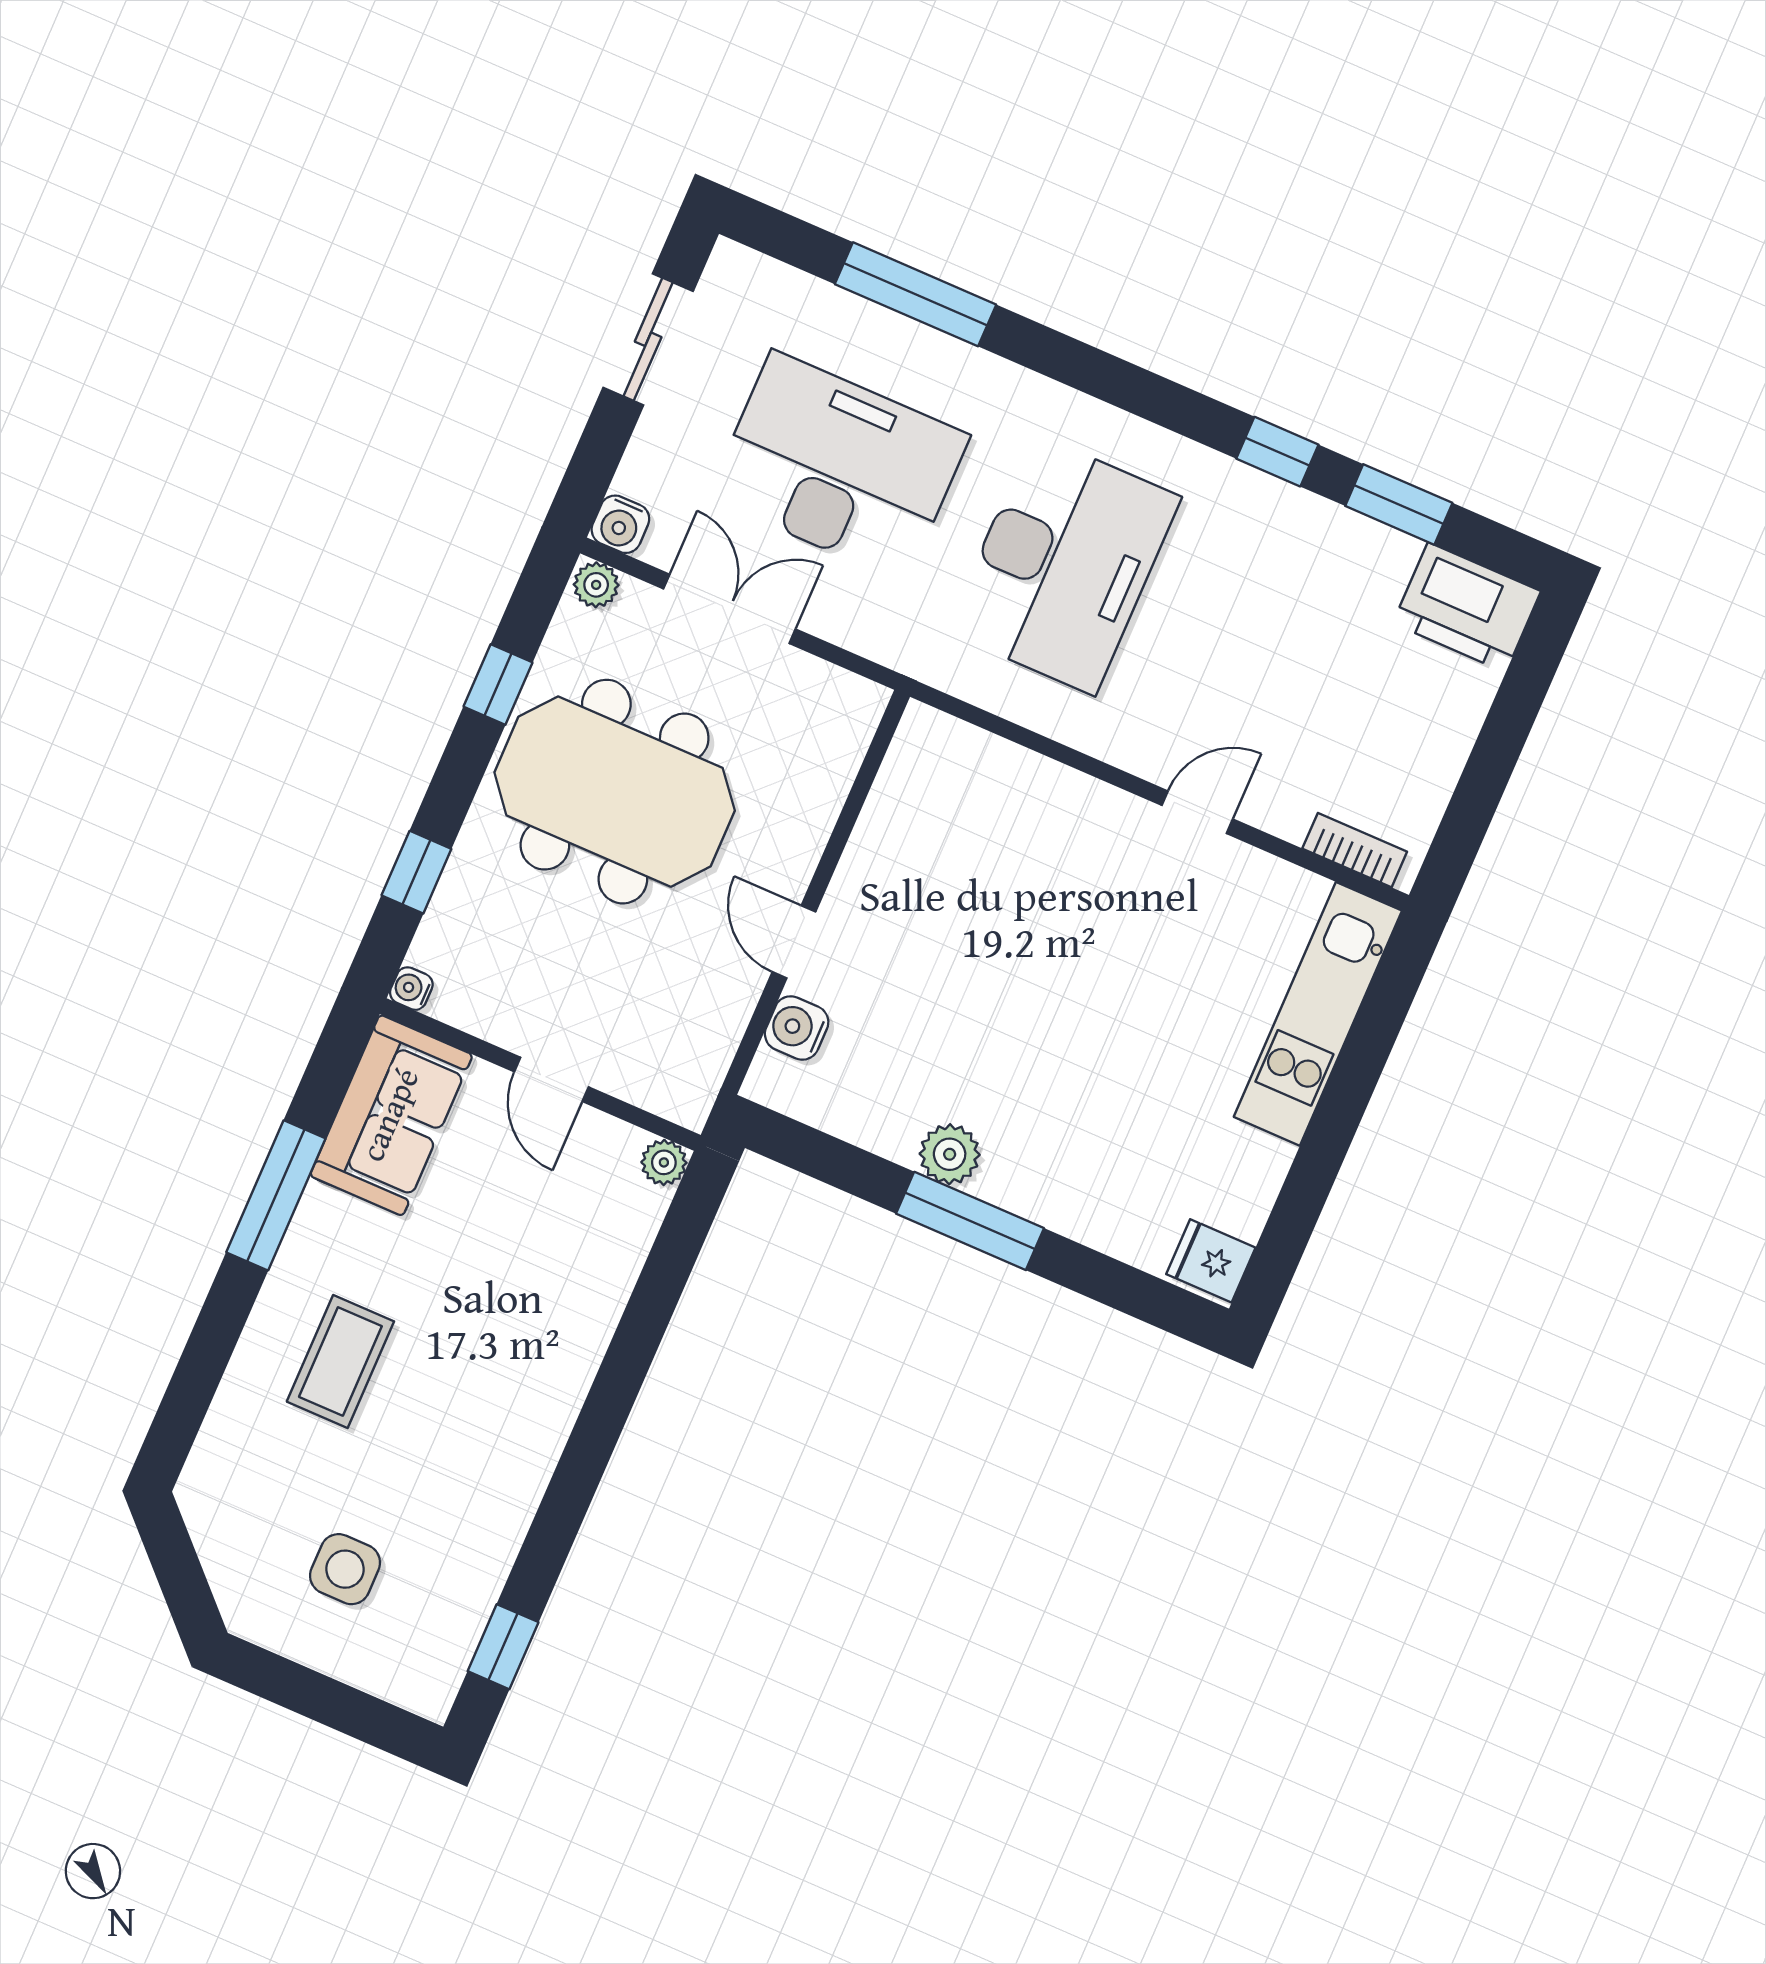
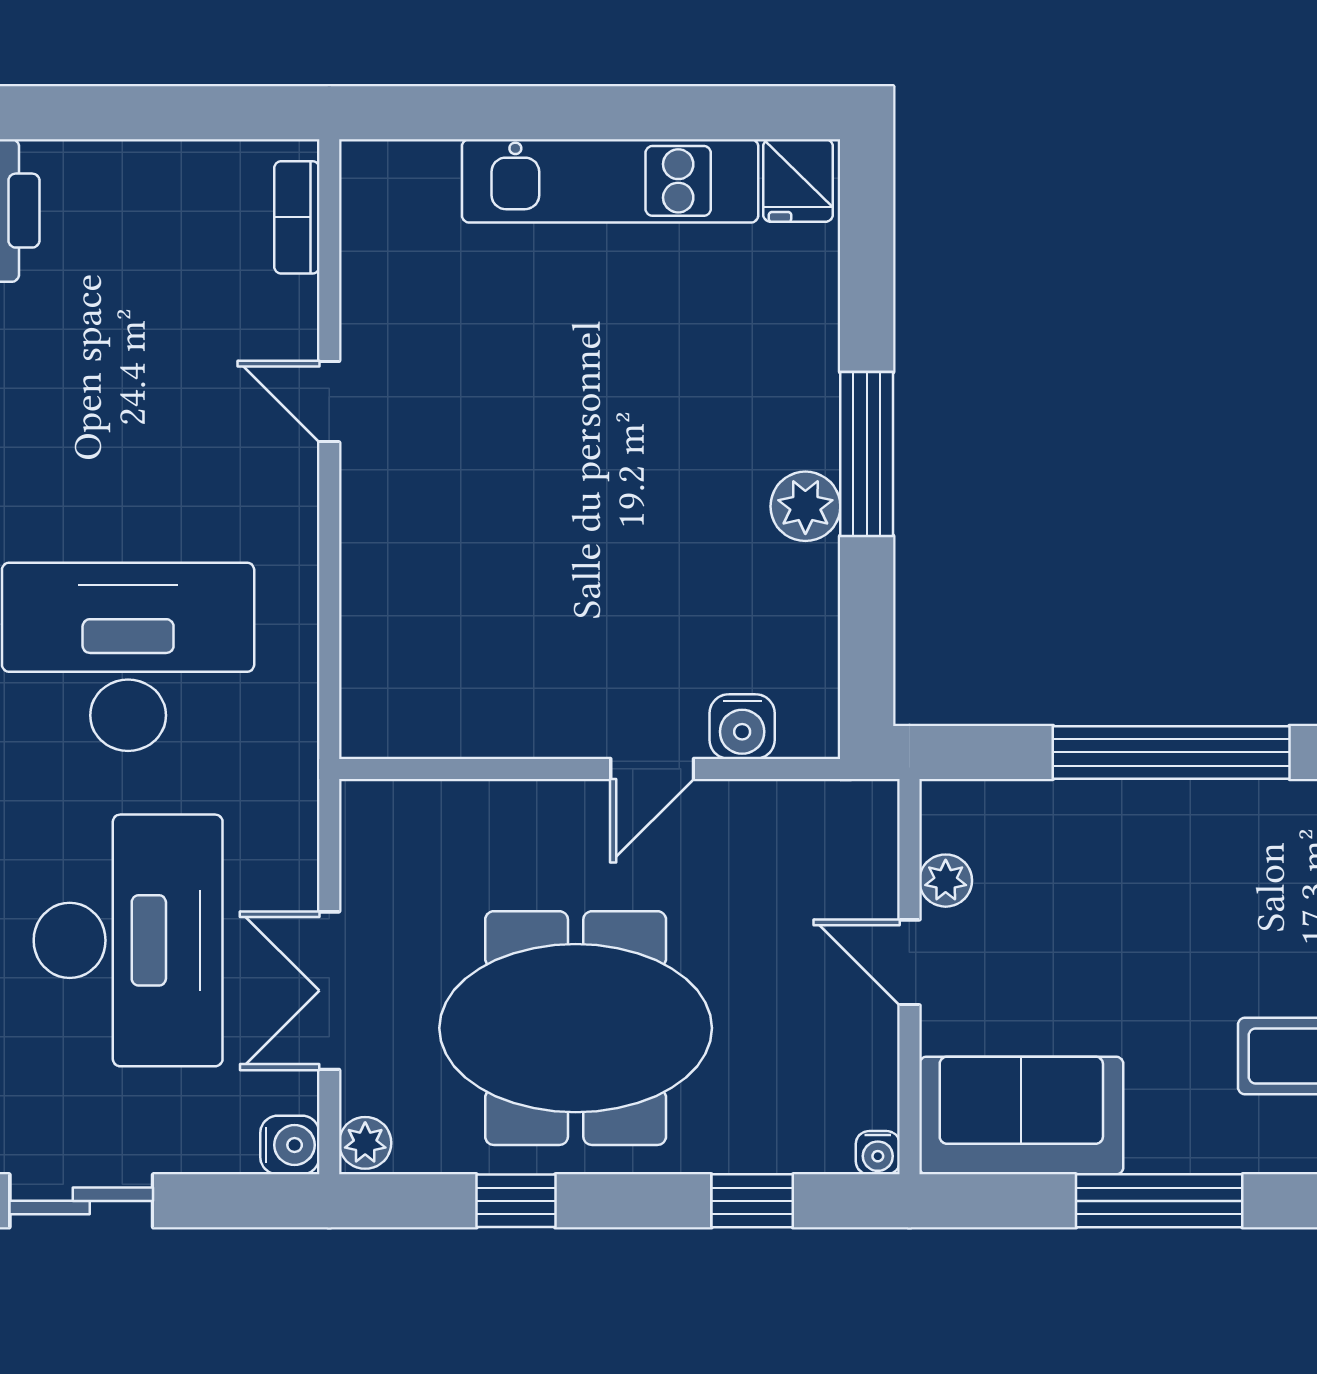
desk: (839, 466) -> (128, 940), turned 180
meeting table: (615, 792) -> (576, 1028), turned 90
kitchen unit: (1318, 1014) -> (610, 181), moved
door: (551, 1079) -> (909, 962), swing flipped
plant: (664, 1162) -> (946, 881), moved
window: (628, 1360) -> (1171, 752), added

